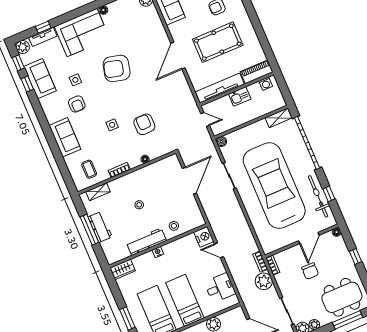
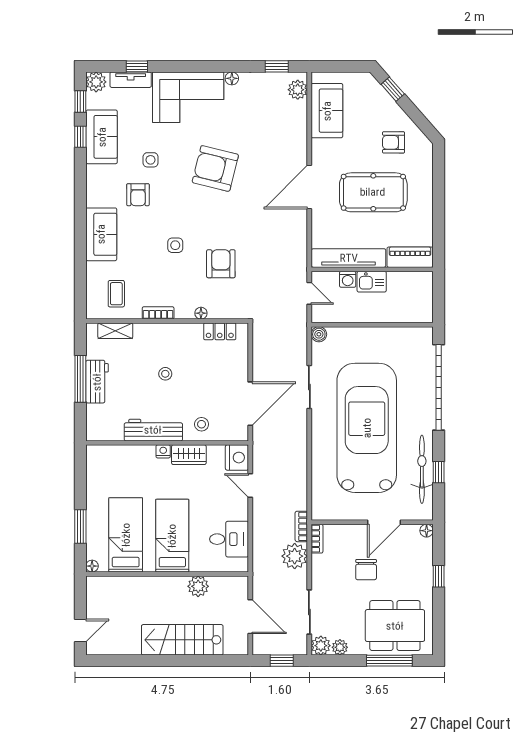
washing machine: (266, 84) -> (348, 279), moved
shelving: (278, 118) -> (413, 335), removed
locker: (161, 165) -> (220, 331), added
door: (189, 181) -> (250, 404), moved
wardrobe: (123, 269) -> (189, 455), moved

